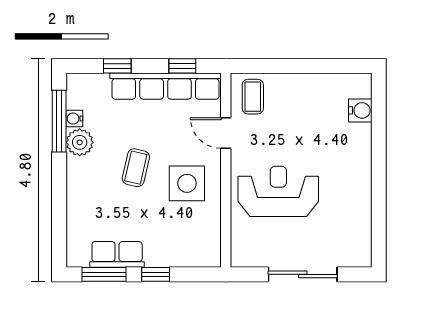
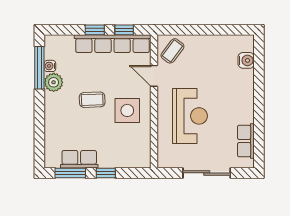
window: (117, 66) -> (95, 30), moved
coffee table: (253, 97) -> (172, 51), turned 37
coffee table: (136, 168) -> (92, 100), turned 75
reception desk: (278, 191) -> (190, 116), turned 90
row of seats: (360, 228) -> (246, 141), added

